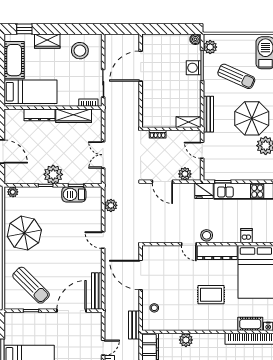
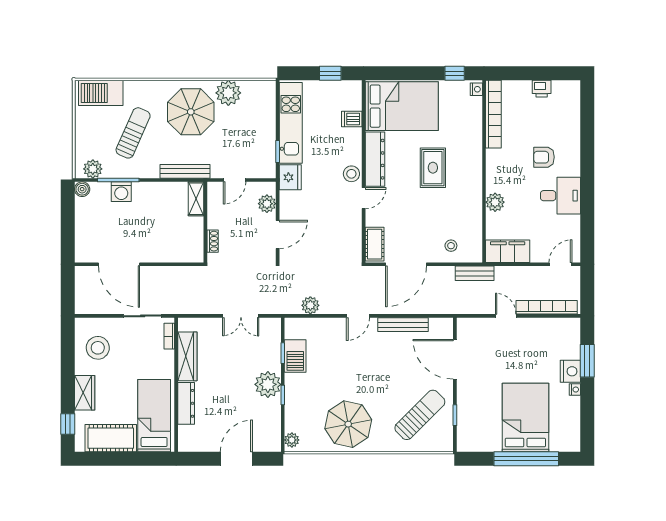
bench: (97, 291) -> (403, 325), moved
cot: (250, 324) -> (375, 244), moved

